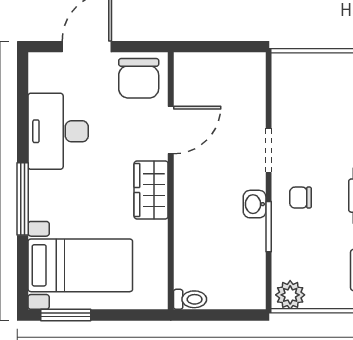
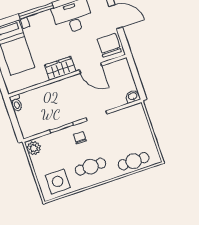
chair: (139, 78) -> (109, 45), turned 90
washbasin: (255, 204) -> (133, 96), moved

